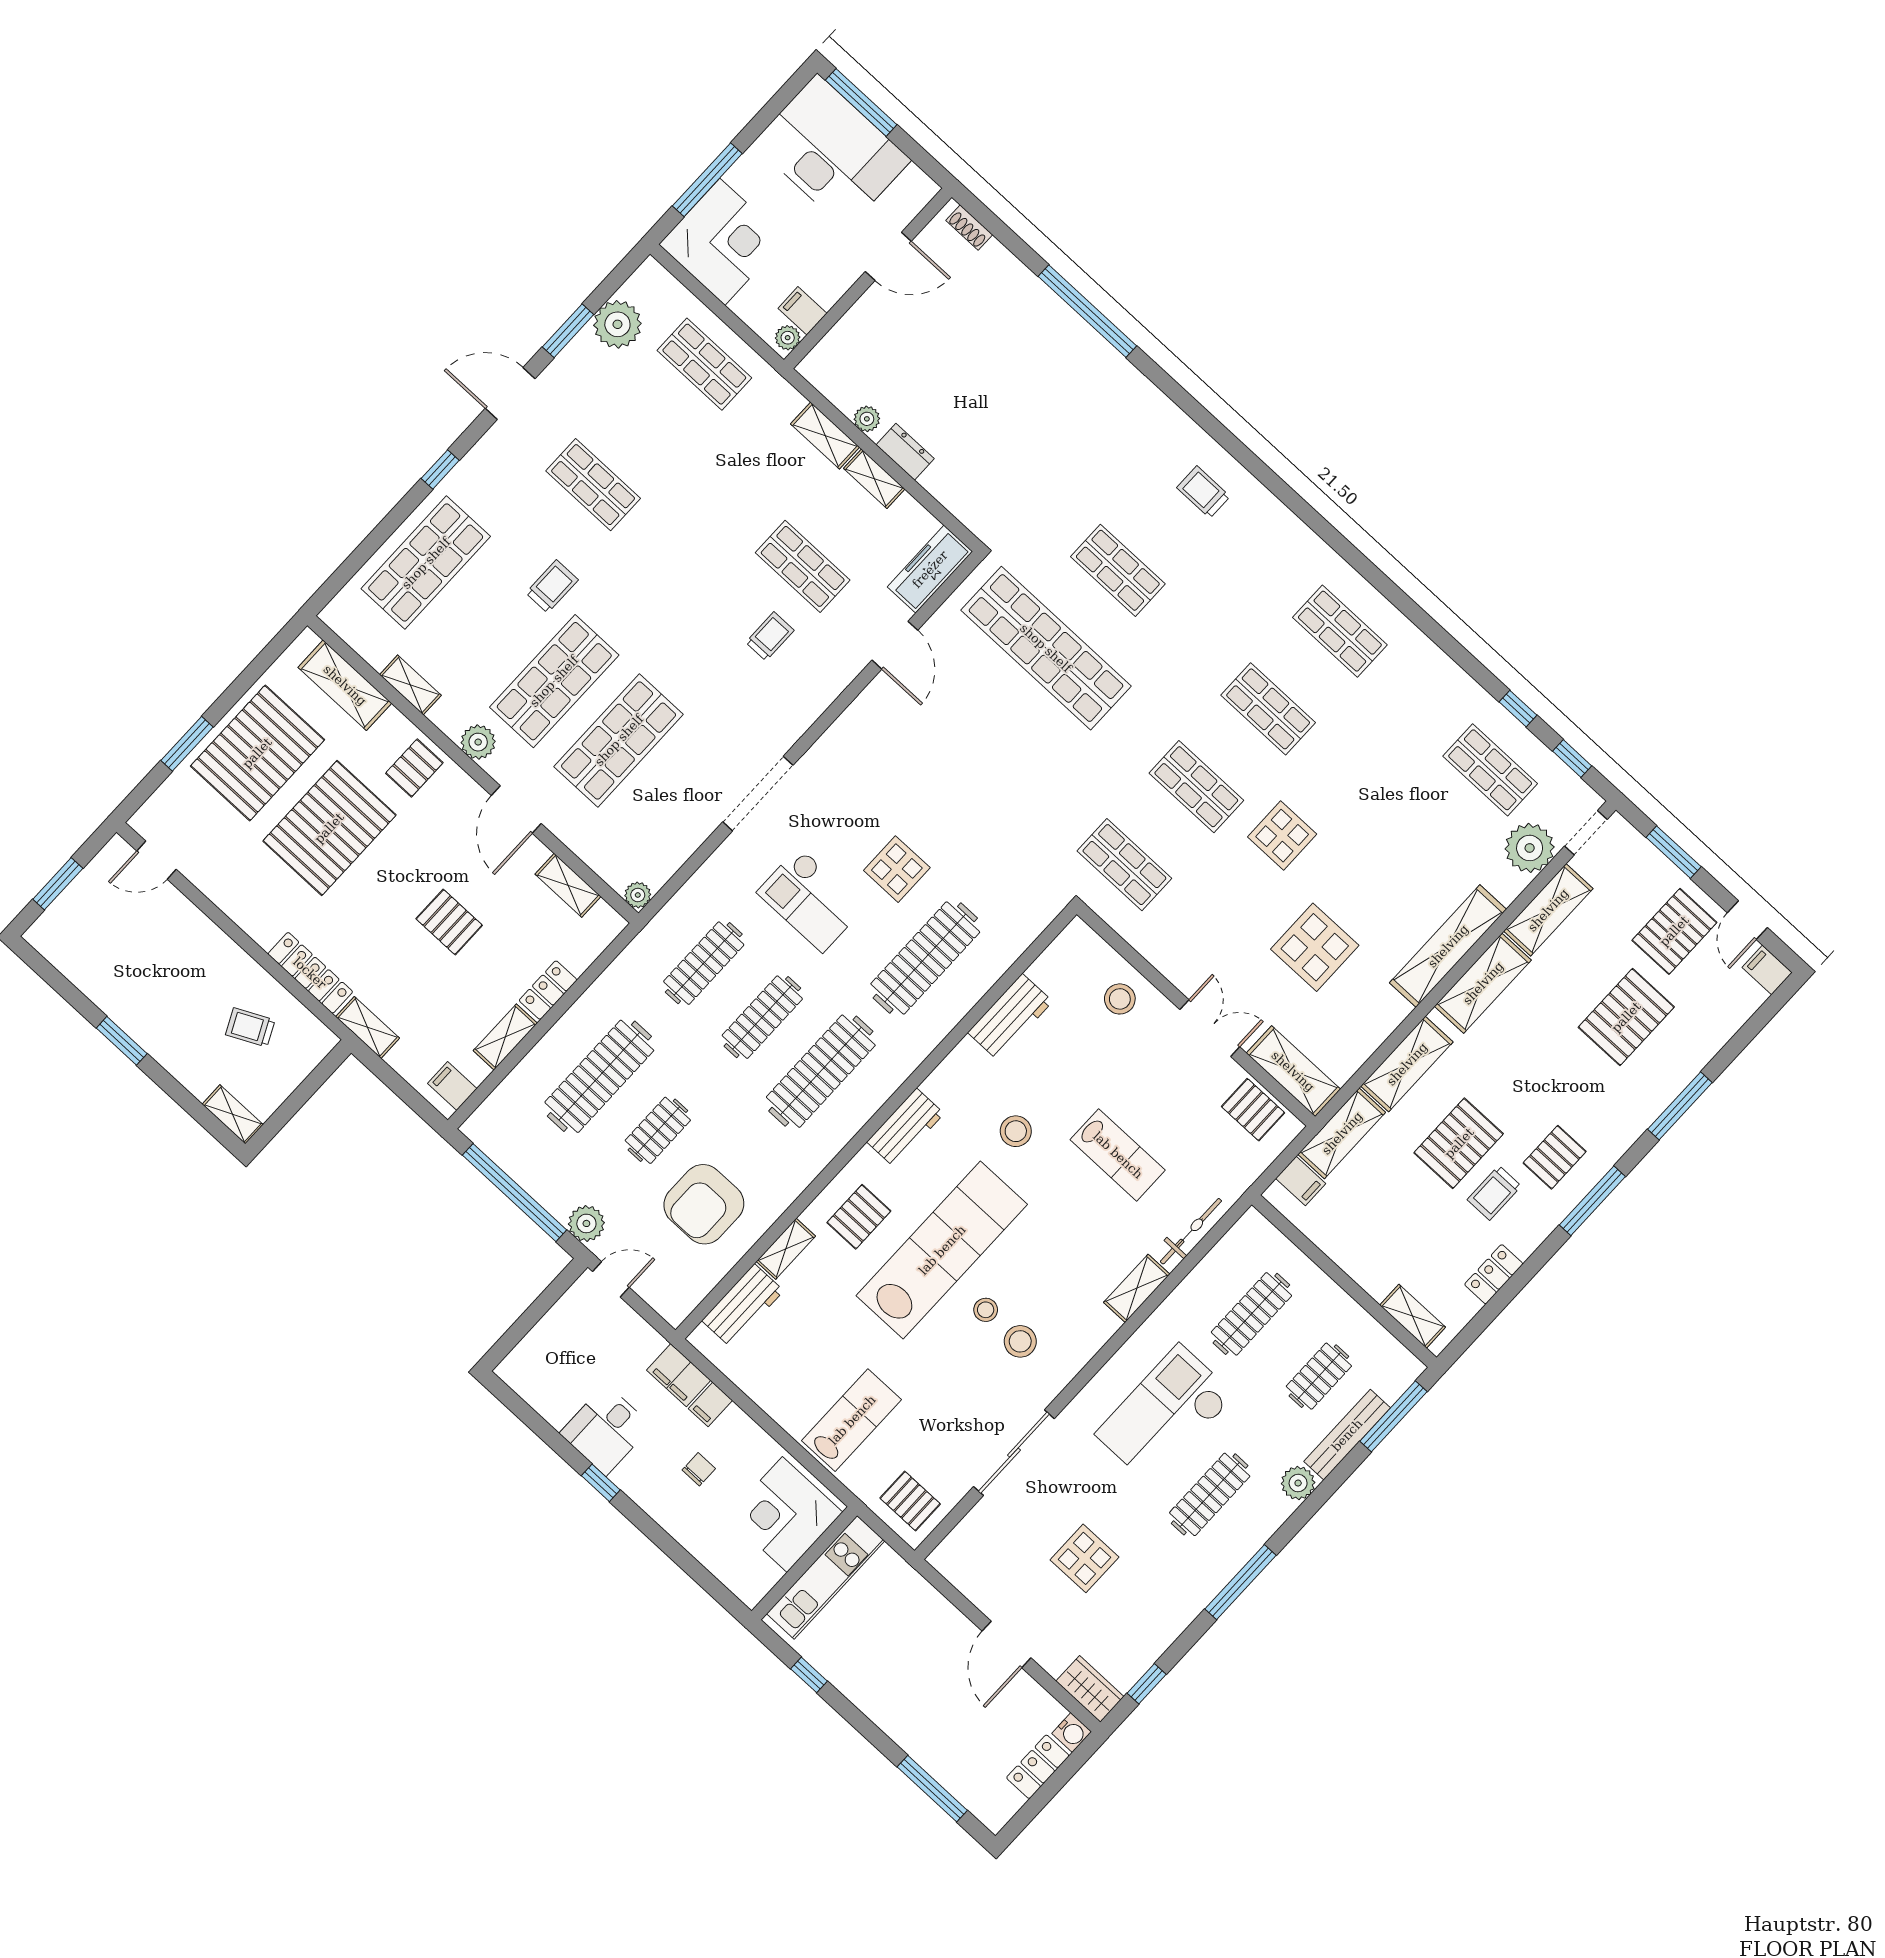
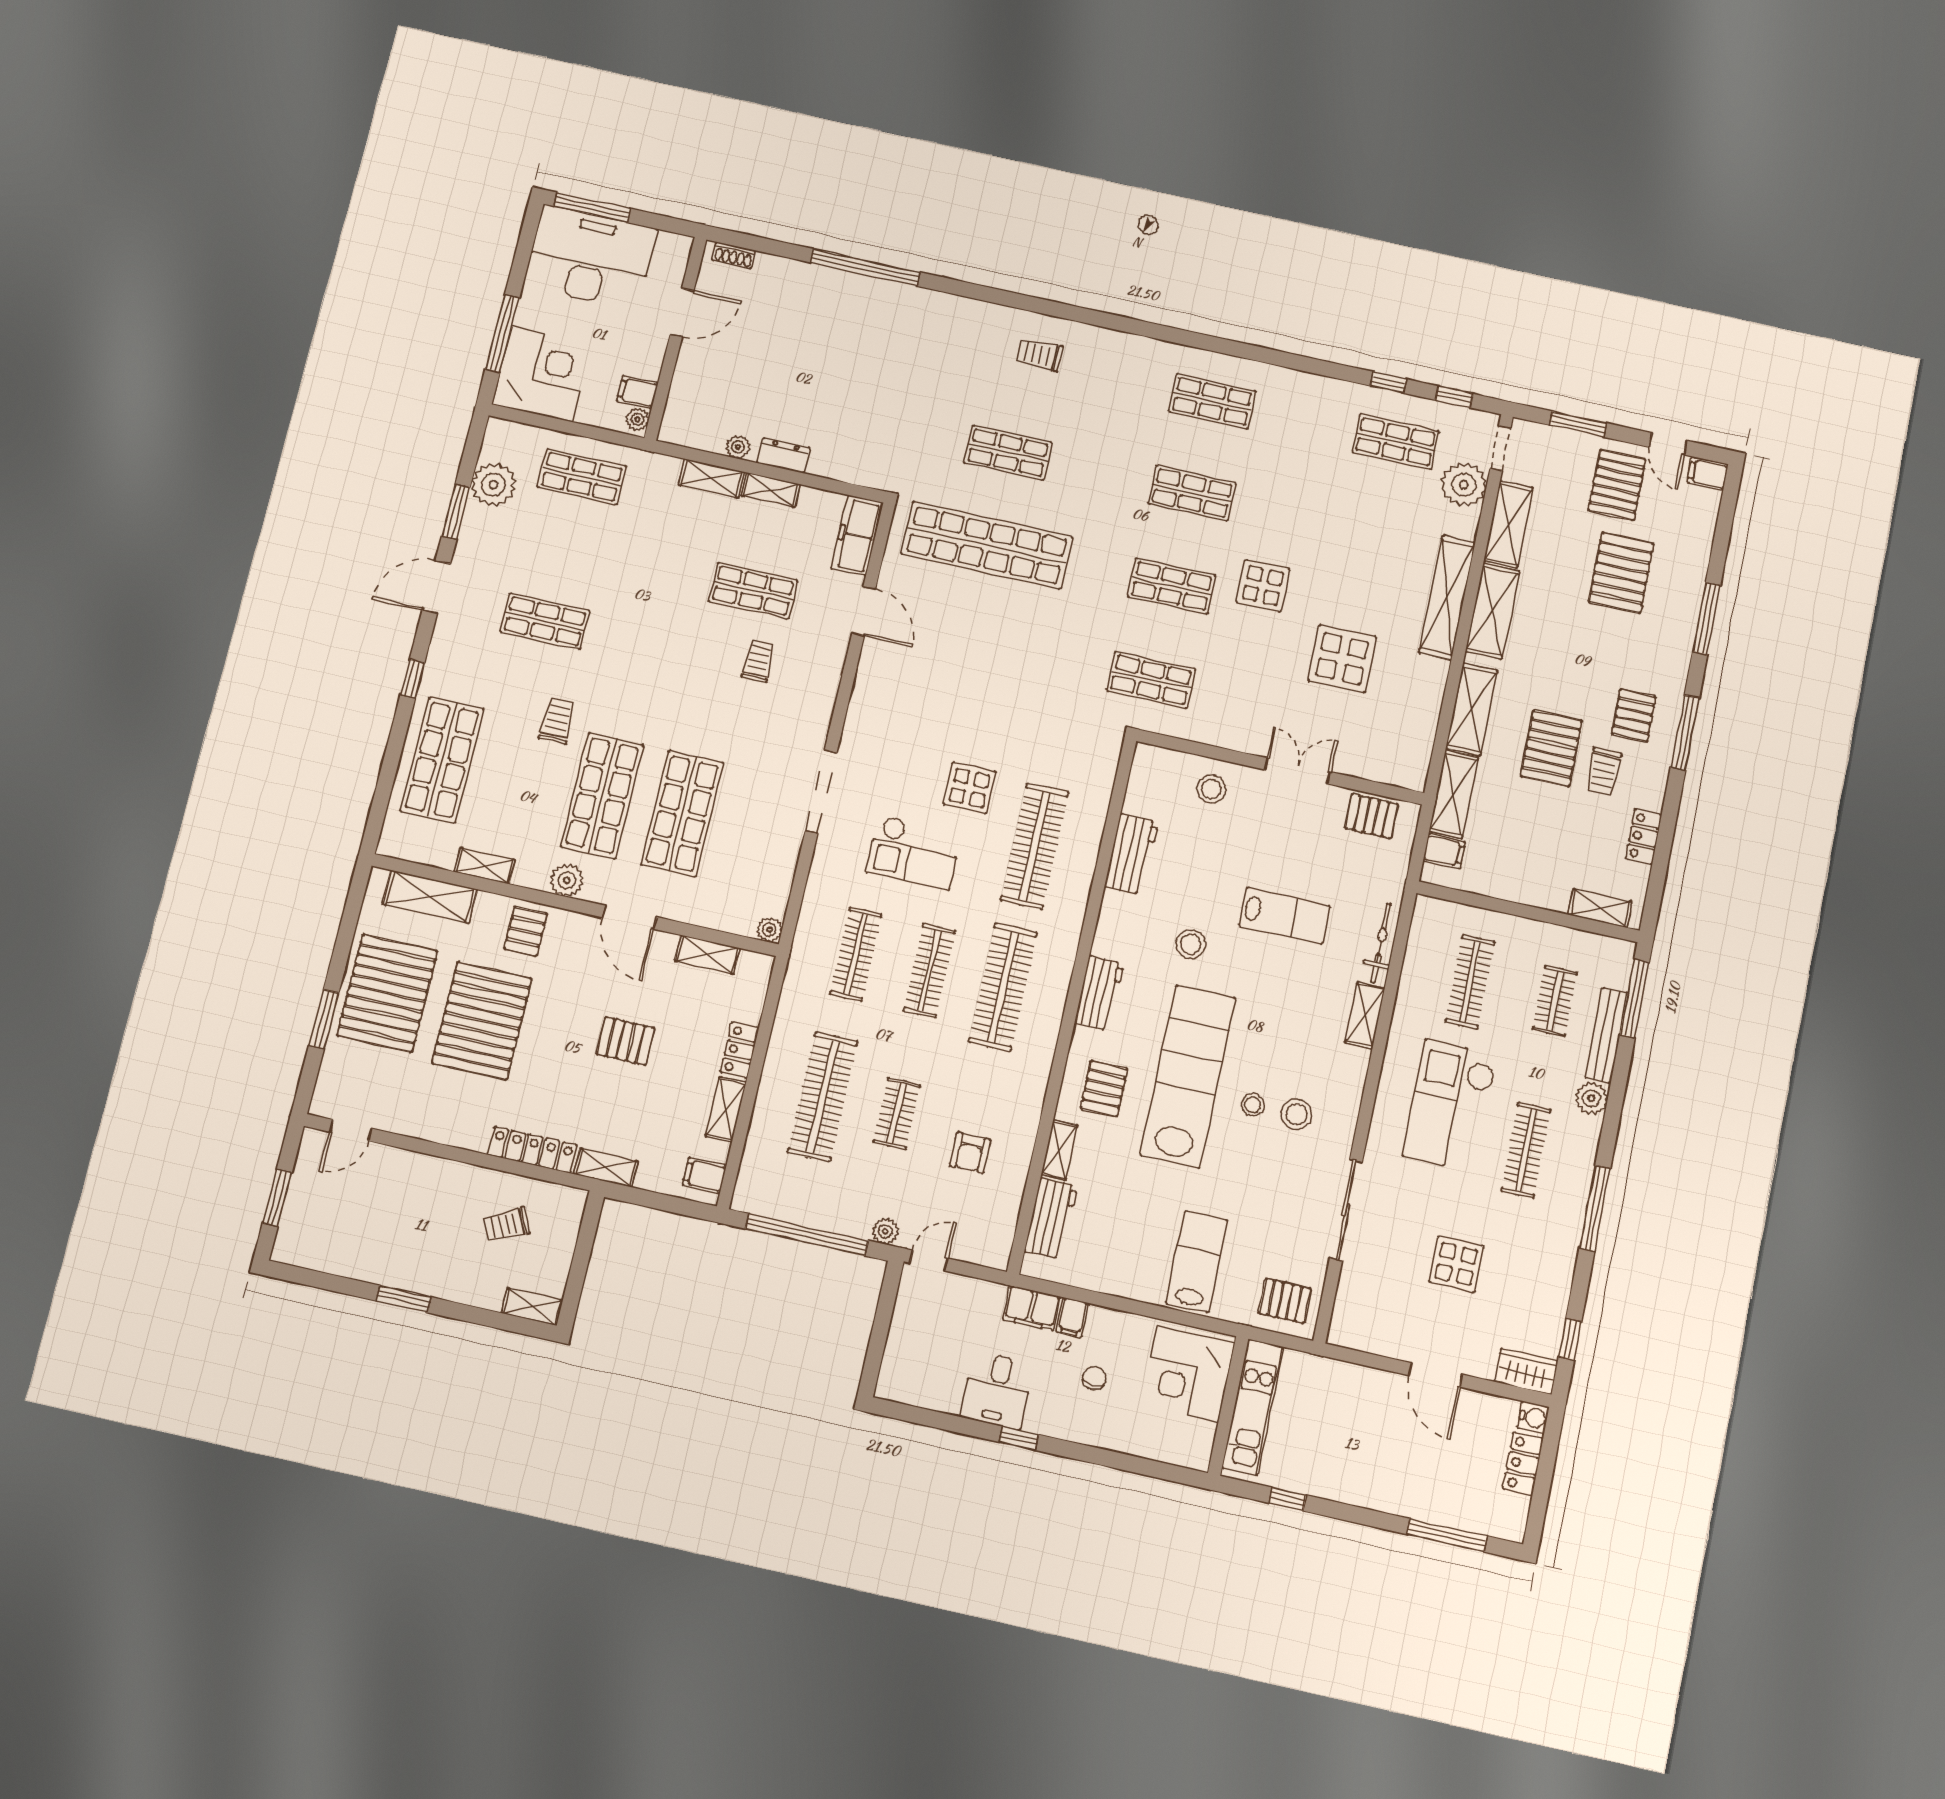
shelving: (1293, 1071) -> (1385, 767), removed
armchair: (704, 1204) -> (970, 1153), width x0.53, depth x0.53
plant: (586, 1223) -> (885, 1231), width x0.73, depth x0.73

